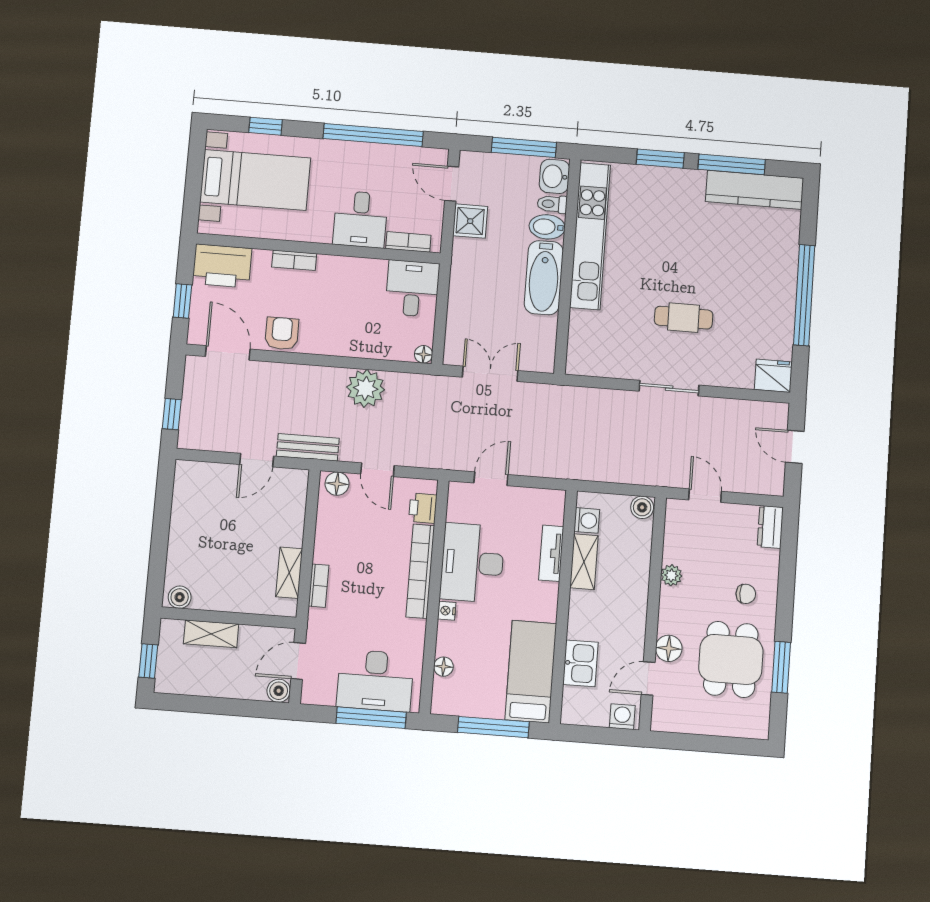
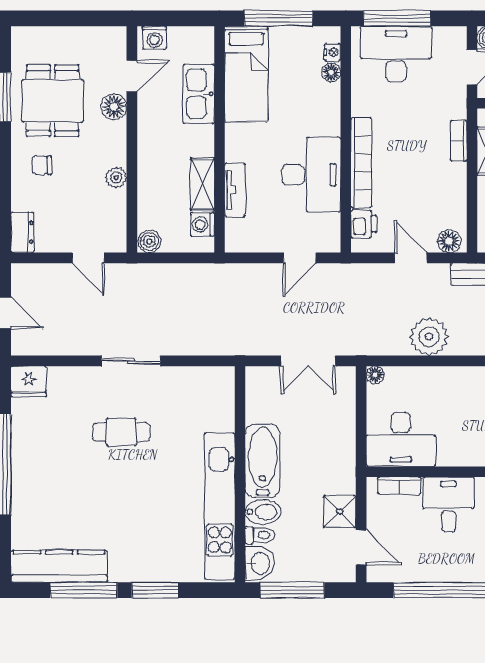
desk: (412, 288) -> (401, 439), width x1.37
nightstand: (447, 611) -> (332, 52), moved
kitchen sink: (580, 663) -> (199, 94), width x1.38

